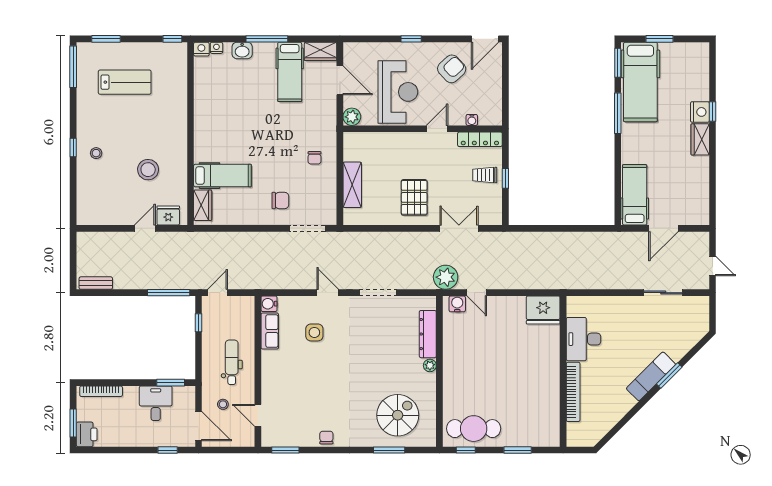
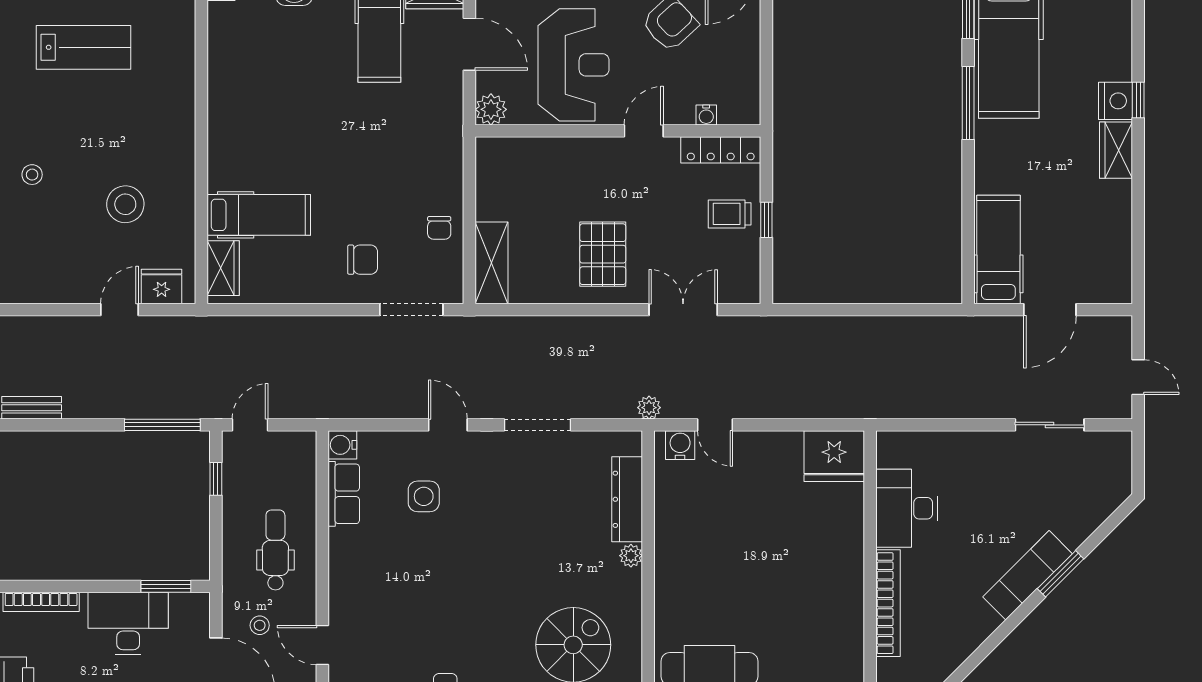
chair: (314, 158) -> (439, 228), moved
shelving: (352, 185) -> (492, 263), moved
plant: (446, 277) -> (649, 408), width x0.53, depth x0.53
desk: (156, 403) -> (128, 623), width x1.37

